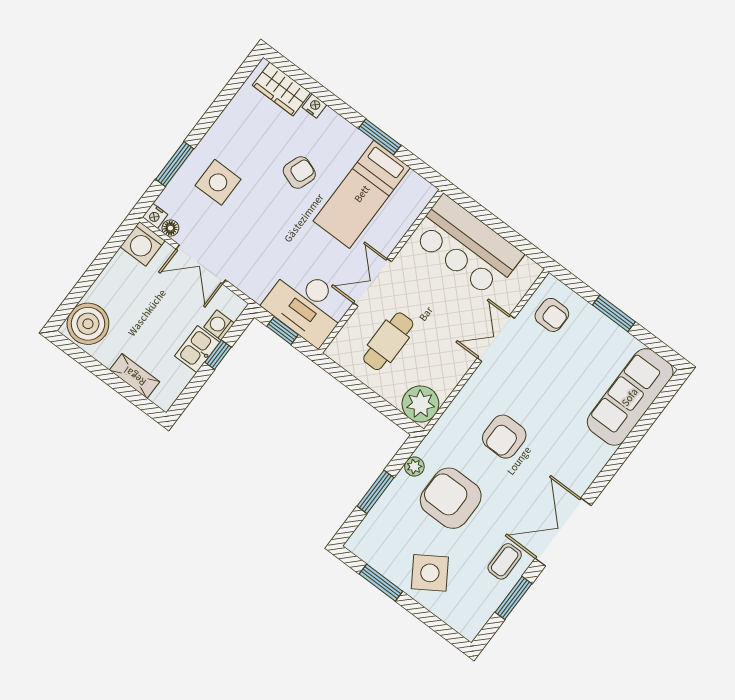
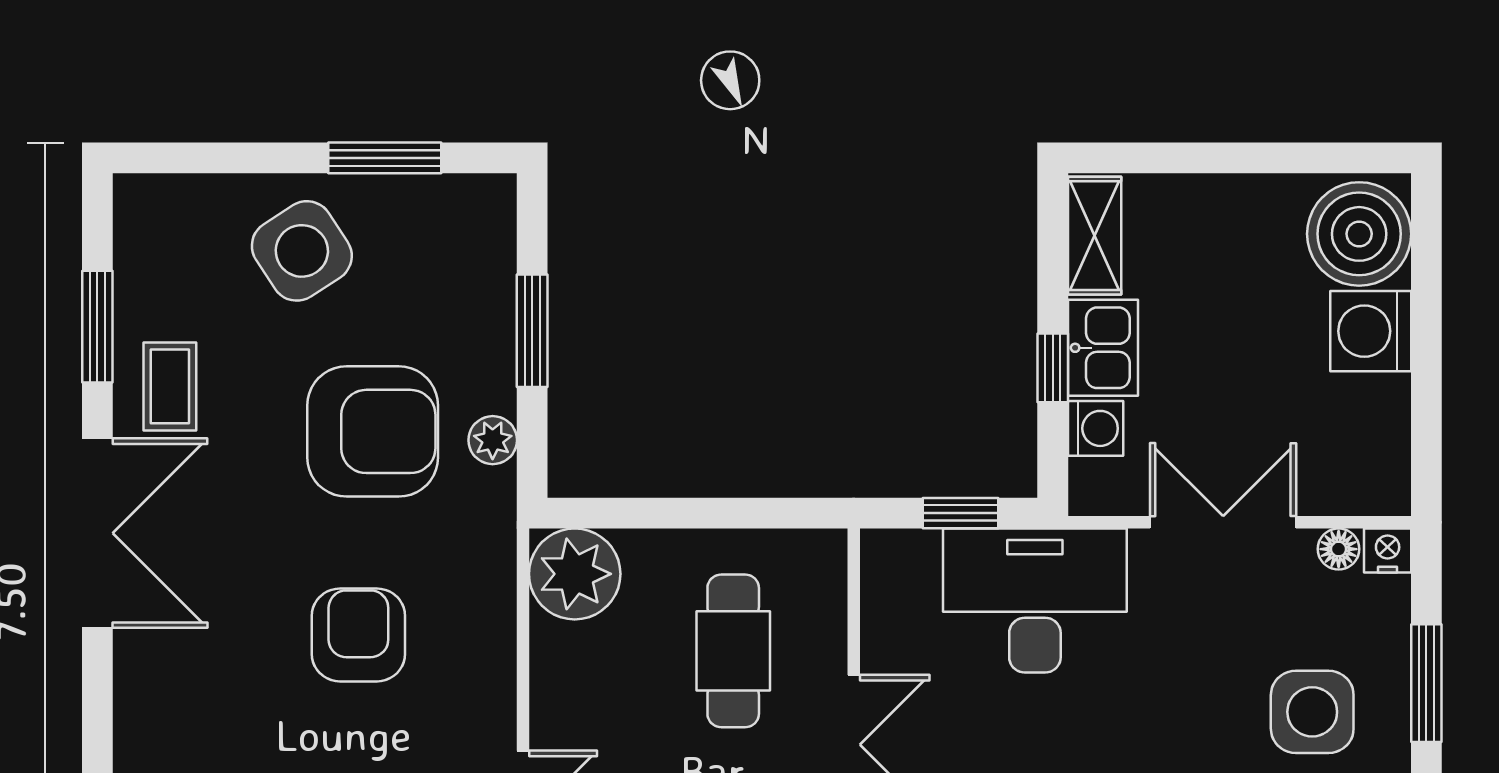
washing machine: (142, 244) -> (1371, 331), moved, turned -90
desk: (306, 305) -> (1035, 600), moved
shelving: (135, 376) -> (1095, 236), moved, turned 90

